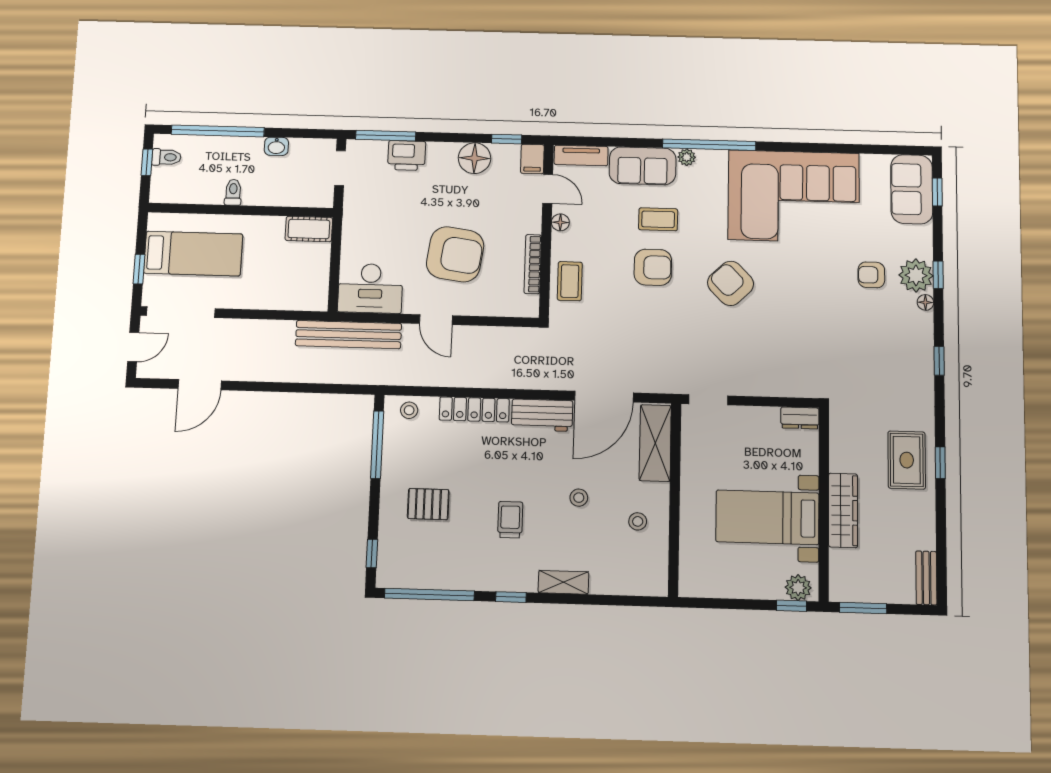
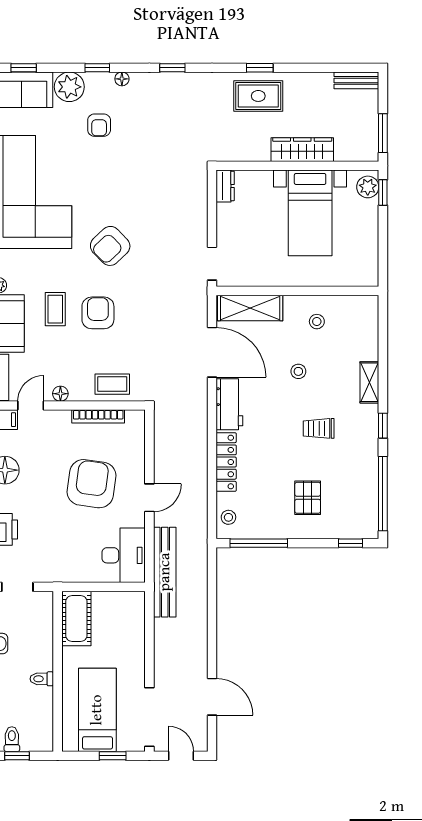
cot: (309, 229) -> (76, 618), width x1.37, depth x1.34
plant: (916, 275) -> (69, 87), moved

